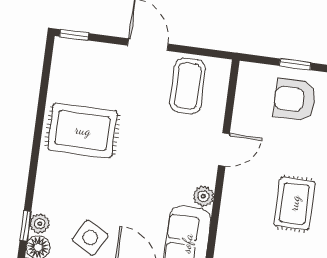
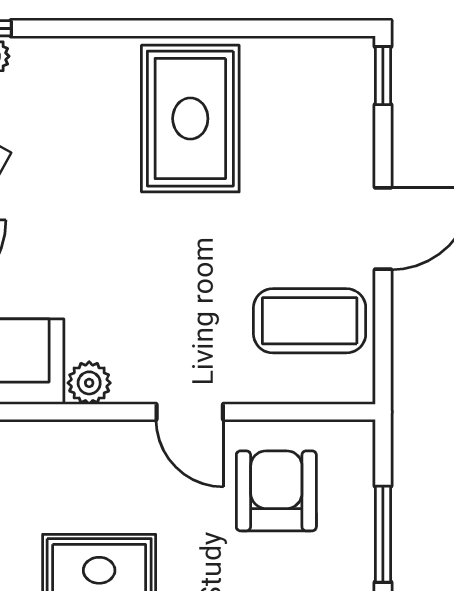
window: (295, 64) -> (383, 534), width x1.50
armchair: (295, 100) -> (276, 491), moved

